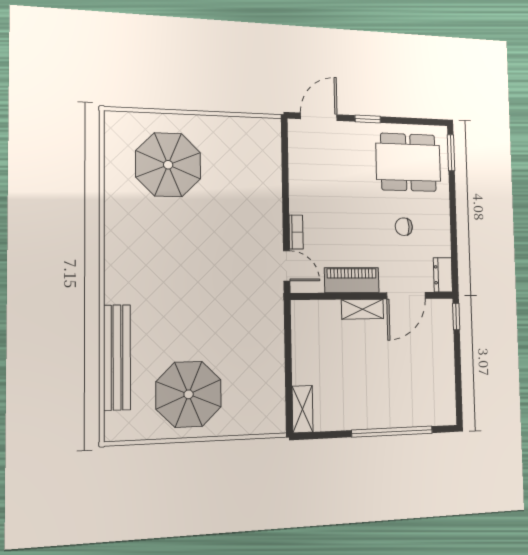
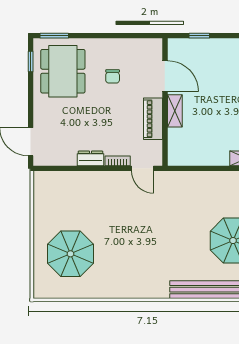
window: (368, 119) -> (31, 61), moved
door: (287, 266) -> (143, 168), swing flipped
dresser: (443, 275) -> (90, 158), moved, turned 180
window: (456, 316) -> (199, 36), moved

